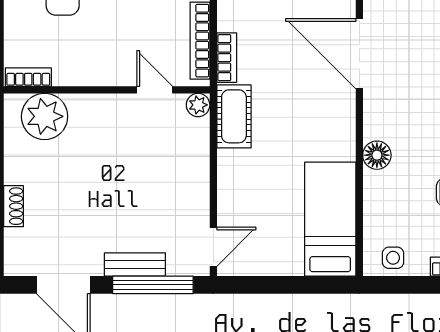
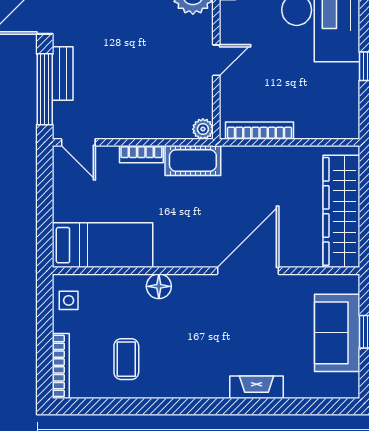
bookcase: (227, 58) -> (141, 154), moved
door: (155, 90) -> (216, 60), moved

